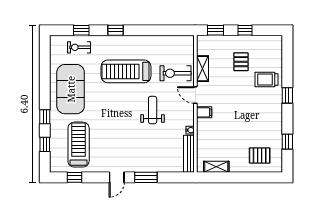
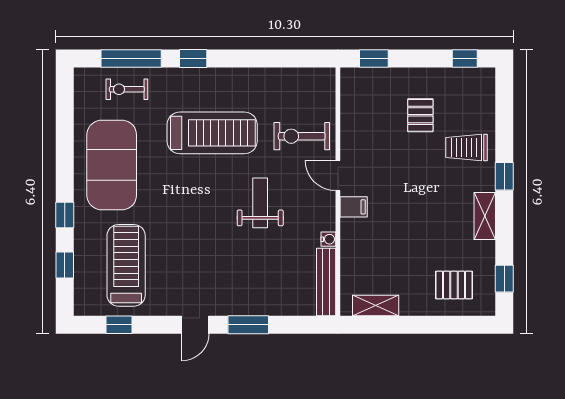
window: (81, 30) -> (131, 58), width x2.17
window: (245, 30) -> (465, 58), moved
shelving: (203, 69) -> (485, 216), moved
treadmill: (126, 71) -> (212, 133), turned 180
window: (287, 142) -> (504, 279), moved

